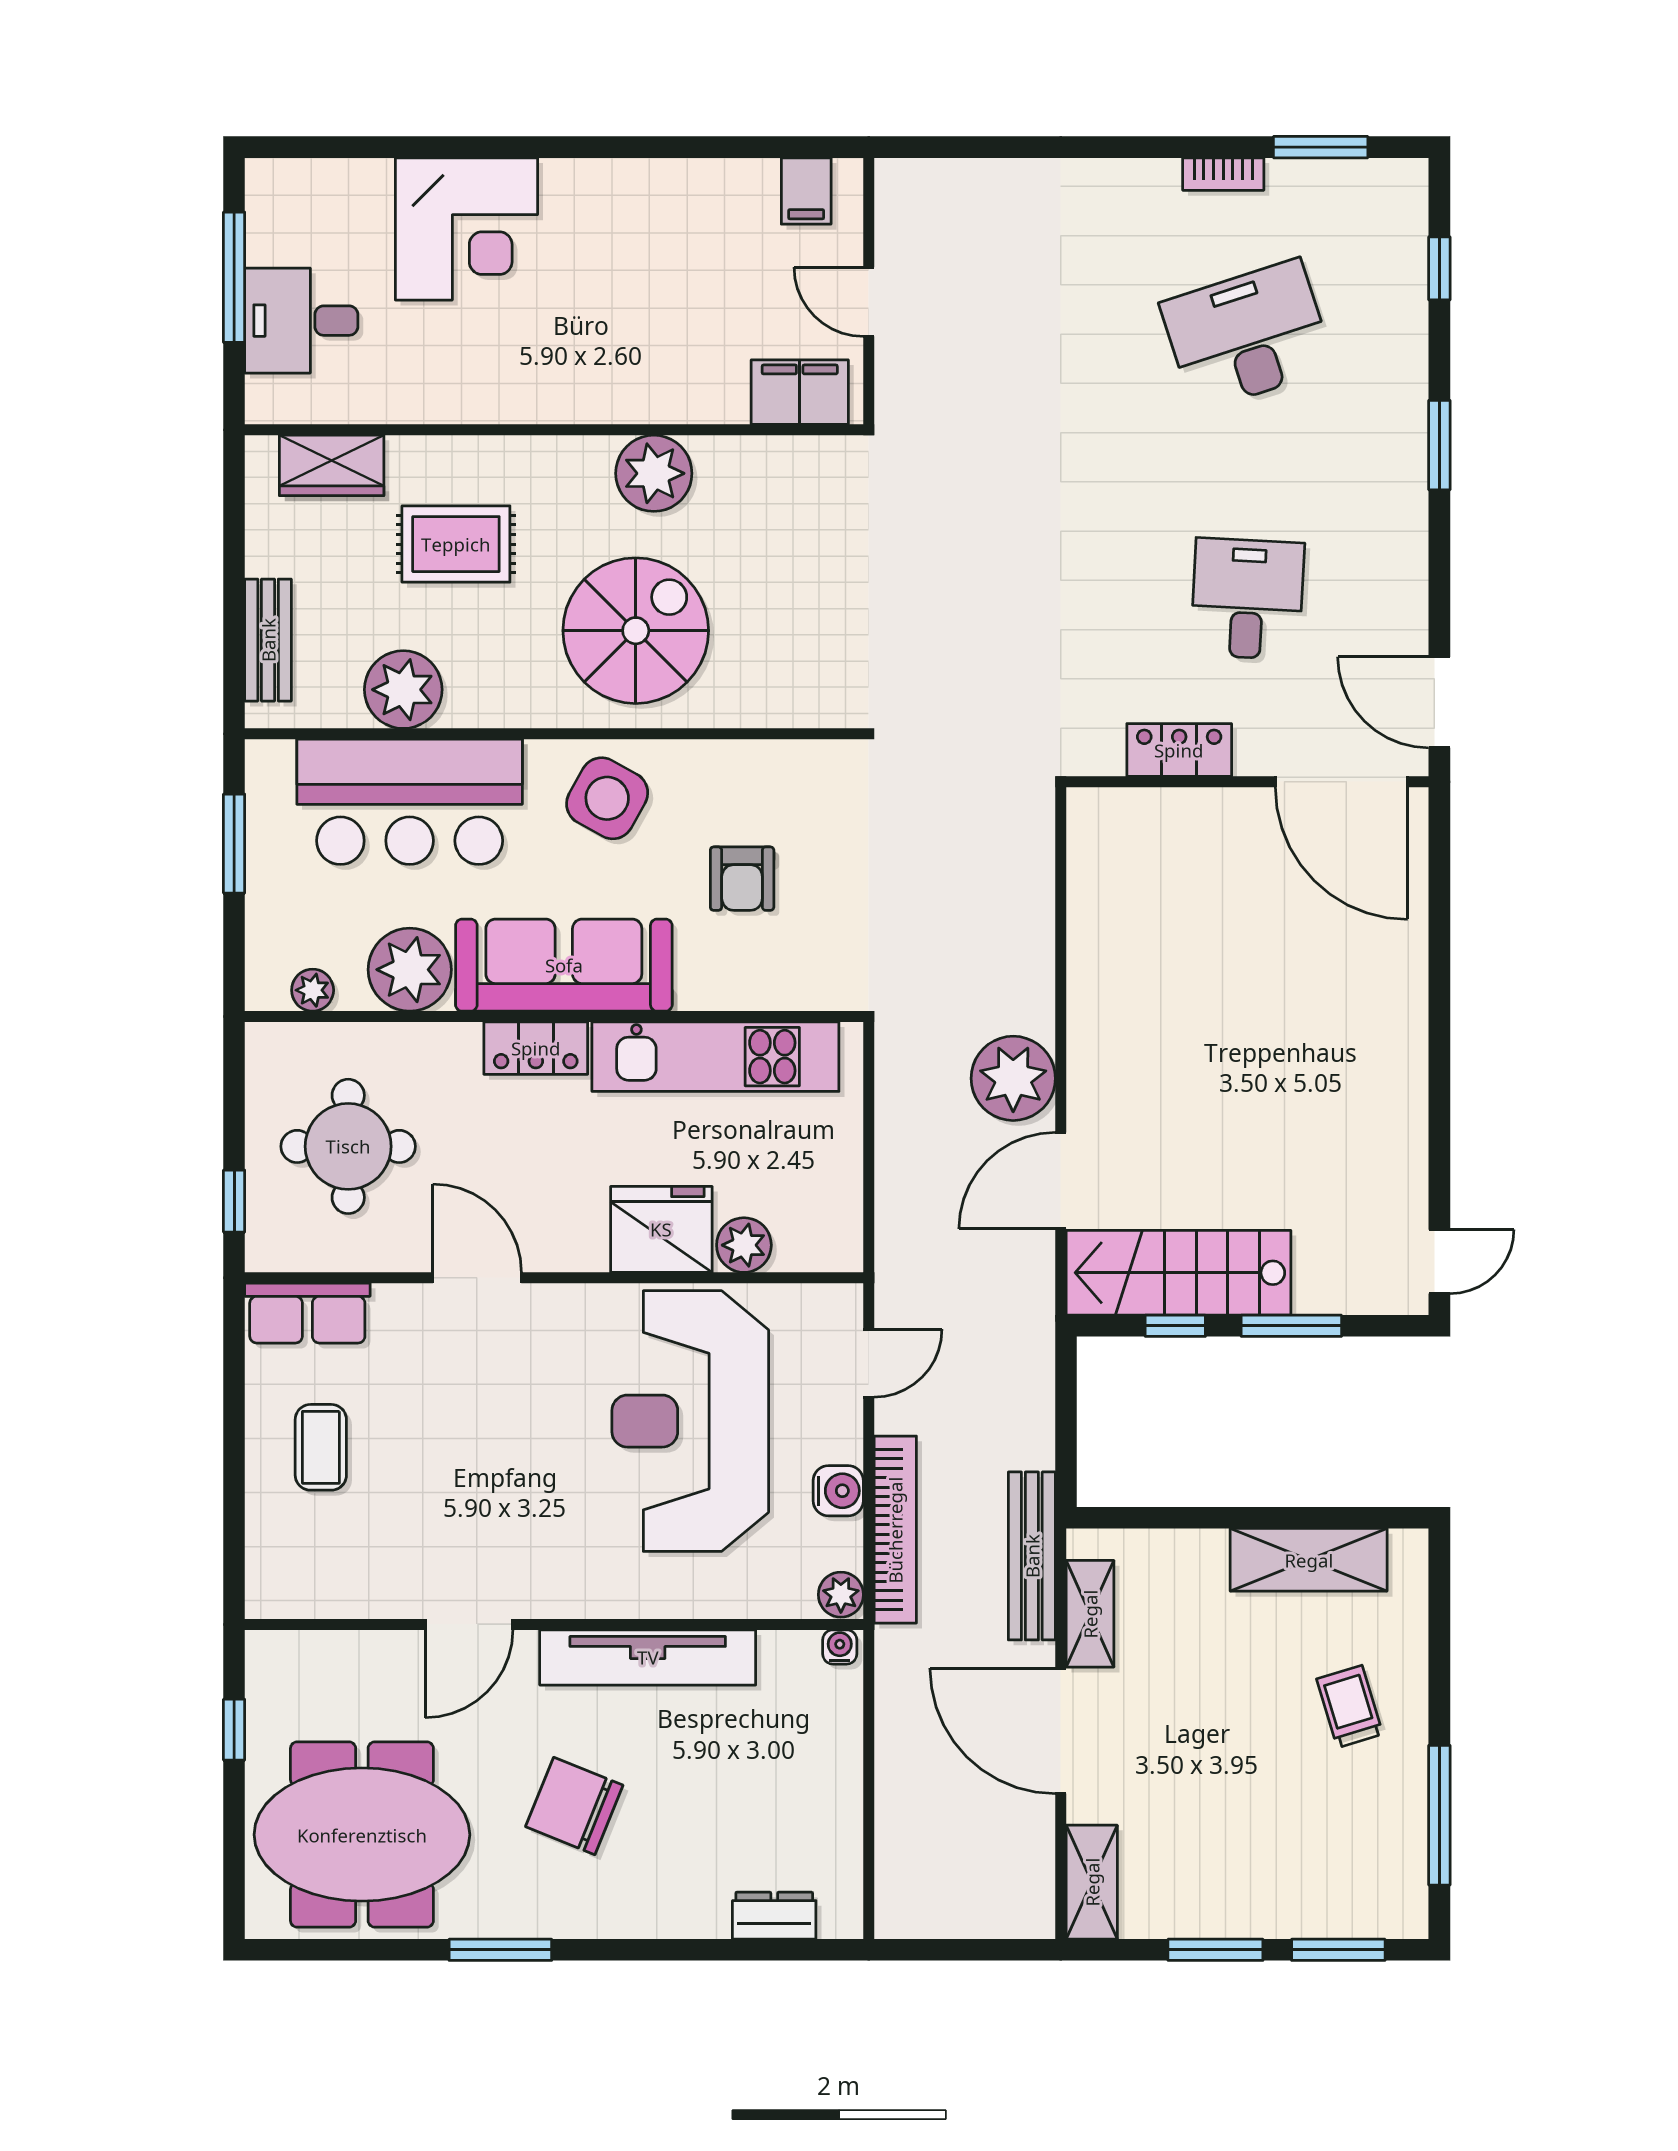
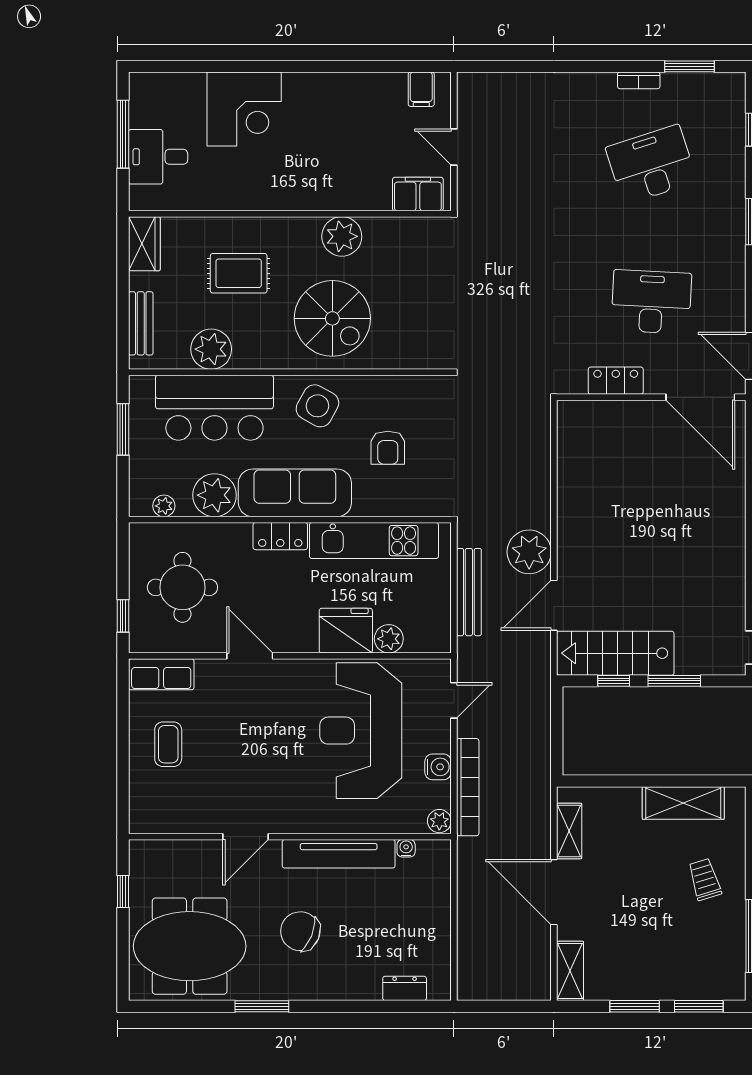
wardrobe: (332, 465) -> (144, 244), moved, turned -90
desk: (1247, 599) -> (651, 302), width x1.37
spiral stairs: (636, 631) -> (332, 318), turned 90
bench: (1032, 1556) -> (469, 592), moved
water cooler: (840, 1647) -> (406, 848), moved

